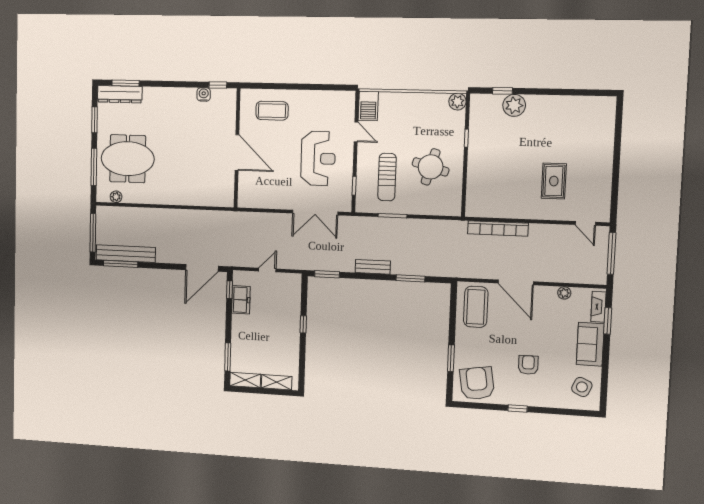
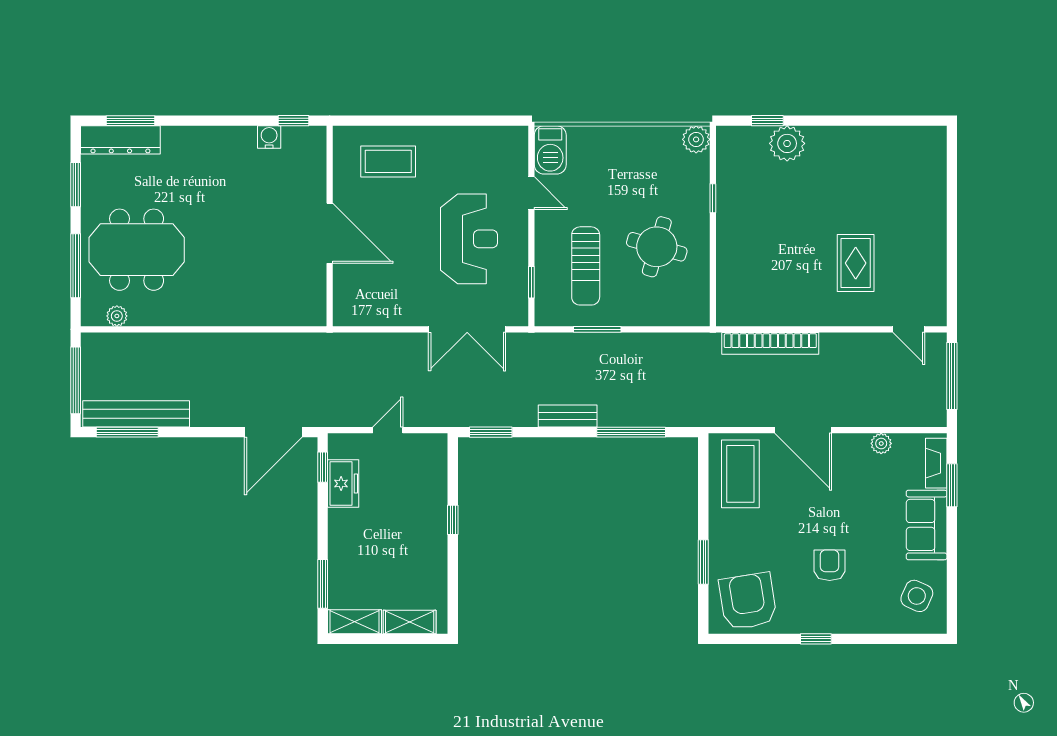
window: (410, 278) -> (631, 432), width x1.44

